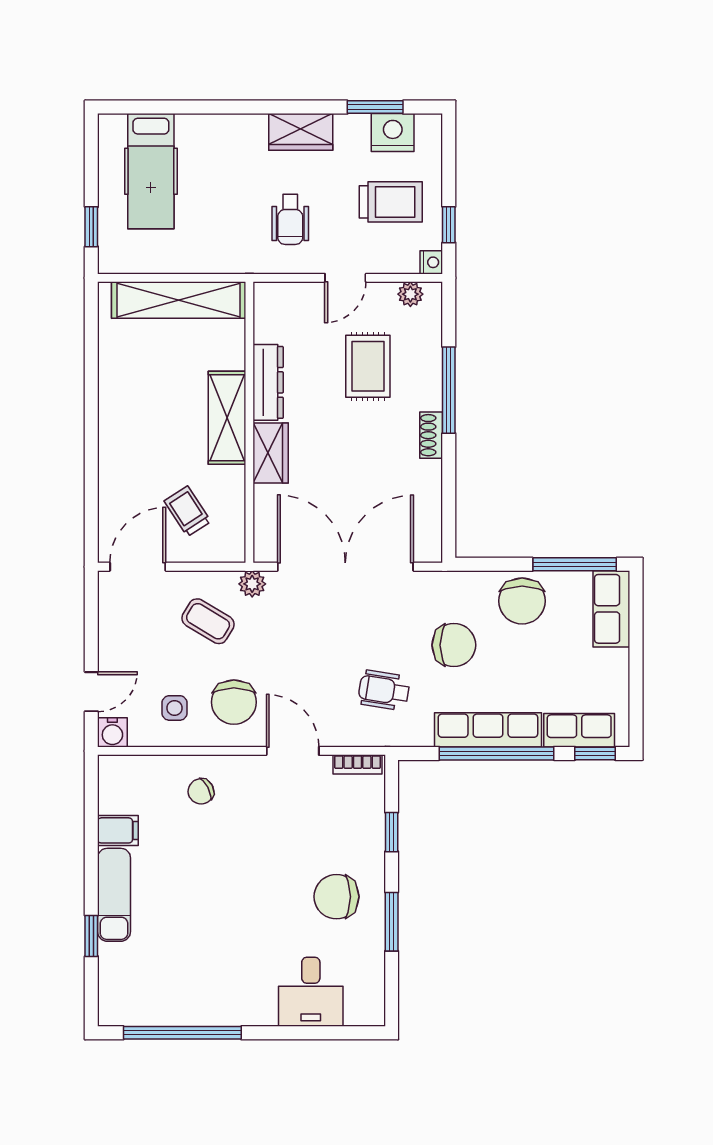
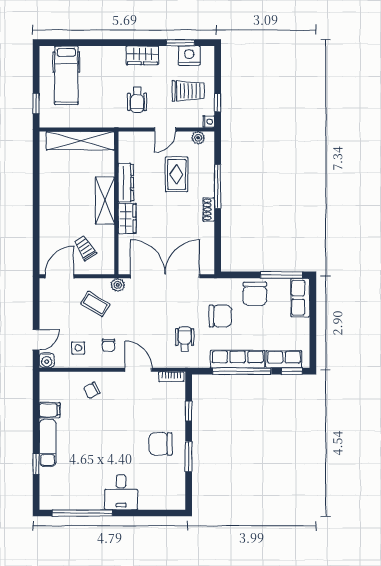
wheelchair: (384, 690) -> (185, 339), turned 81
chair: (234, 702) -> (108, 345), width x0.54, depth x0.54
desk: (311, 992) -> (121, 492), moved

